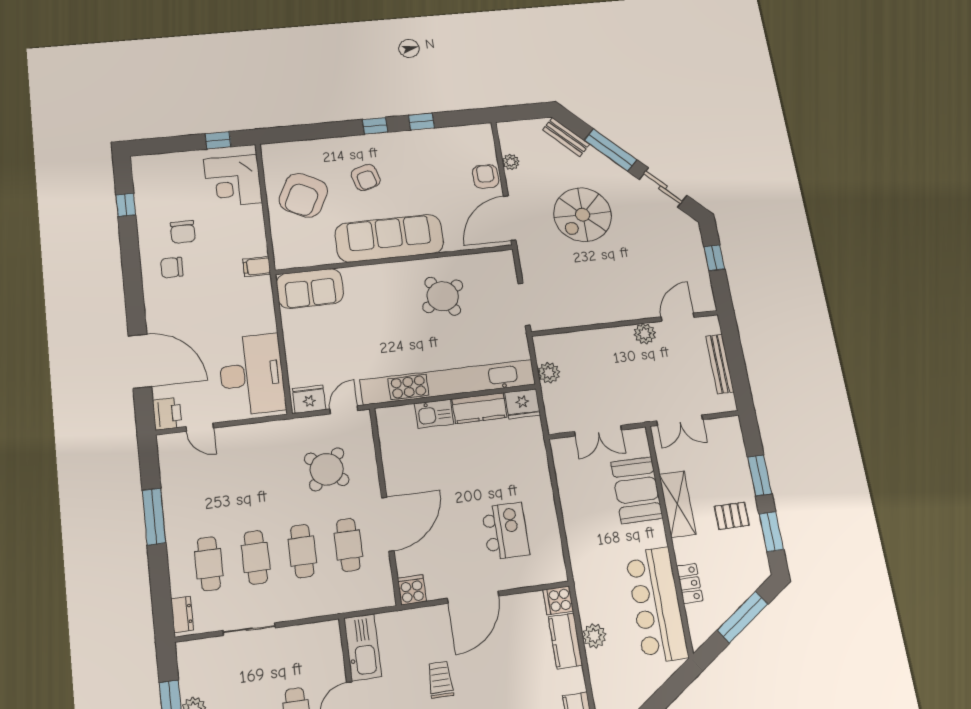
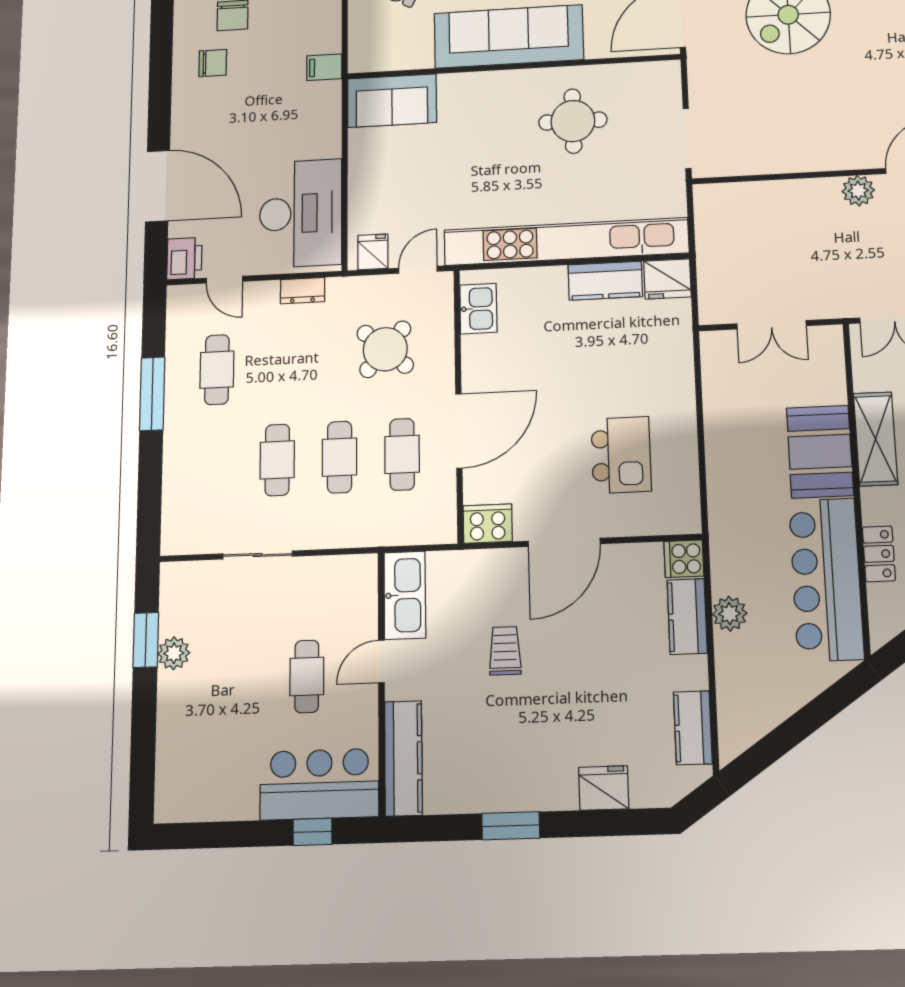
chair: (172, 268) -> (213, 63), turned 180
round table: (443, 296) -> (573, 121), turned 32
plant: (549, 373) -> (711, 238), removed
fridge: (309, 399) -> (373, 252), width x0.72
kitchen sink: (434, 414) -> (478, 309), moved, turned -90
booth: (637, 490) -> (820, 452), moved
cafe table: (209, 564) -> (217, 370), moved
cooker: (412, 590) -> (488, 524), width x1.36
dresser: (182, 614) -> (303, 291), moved, turned 90

